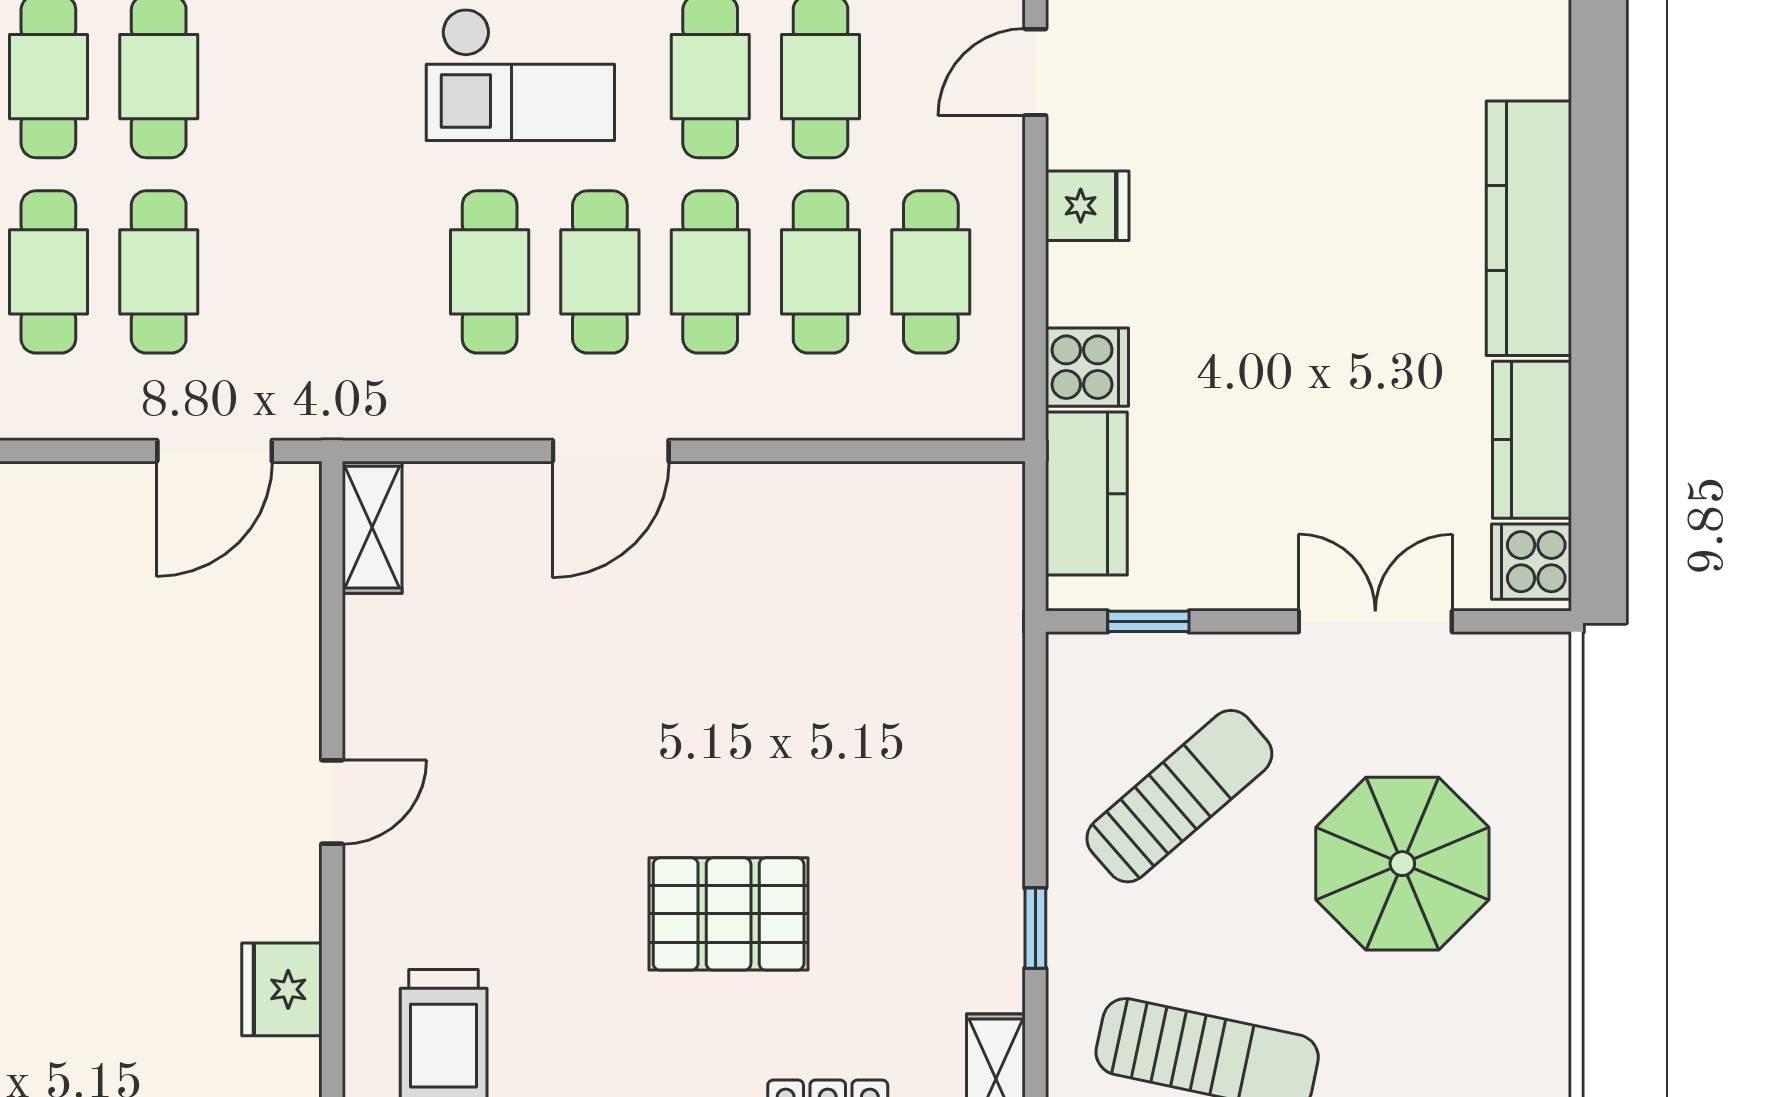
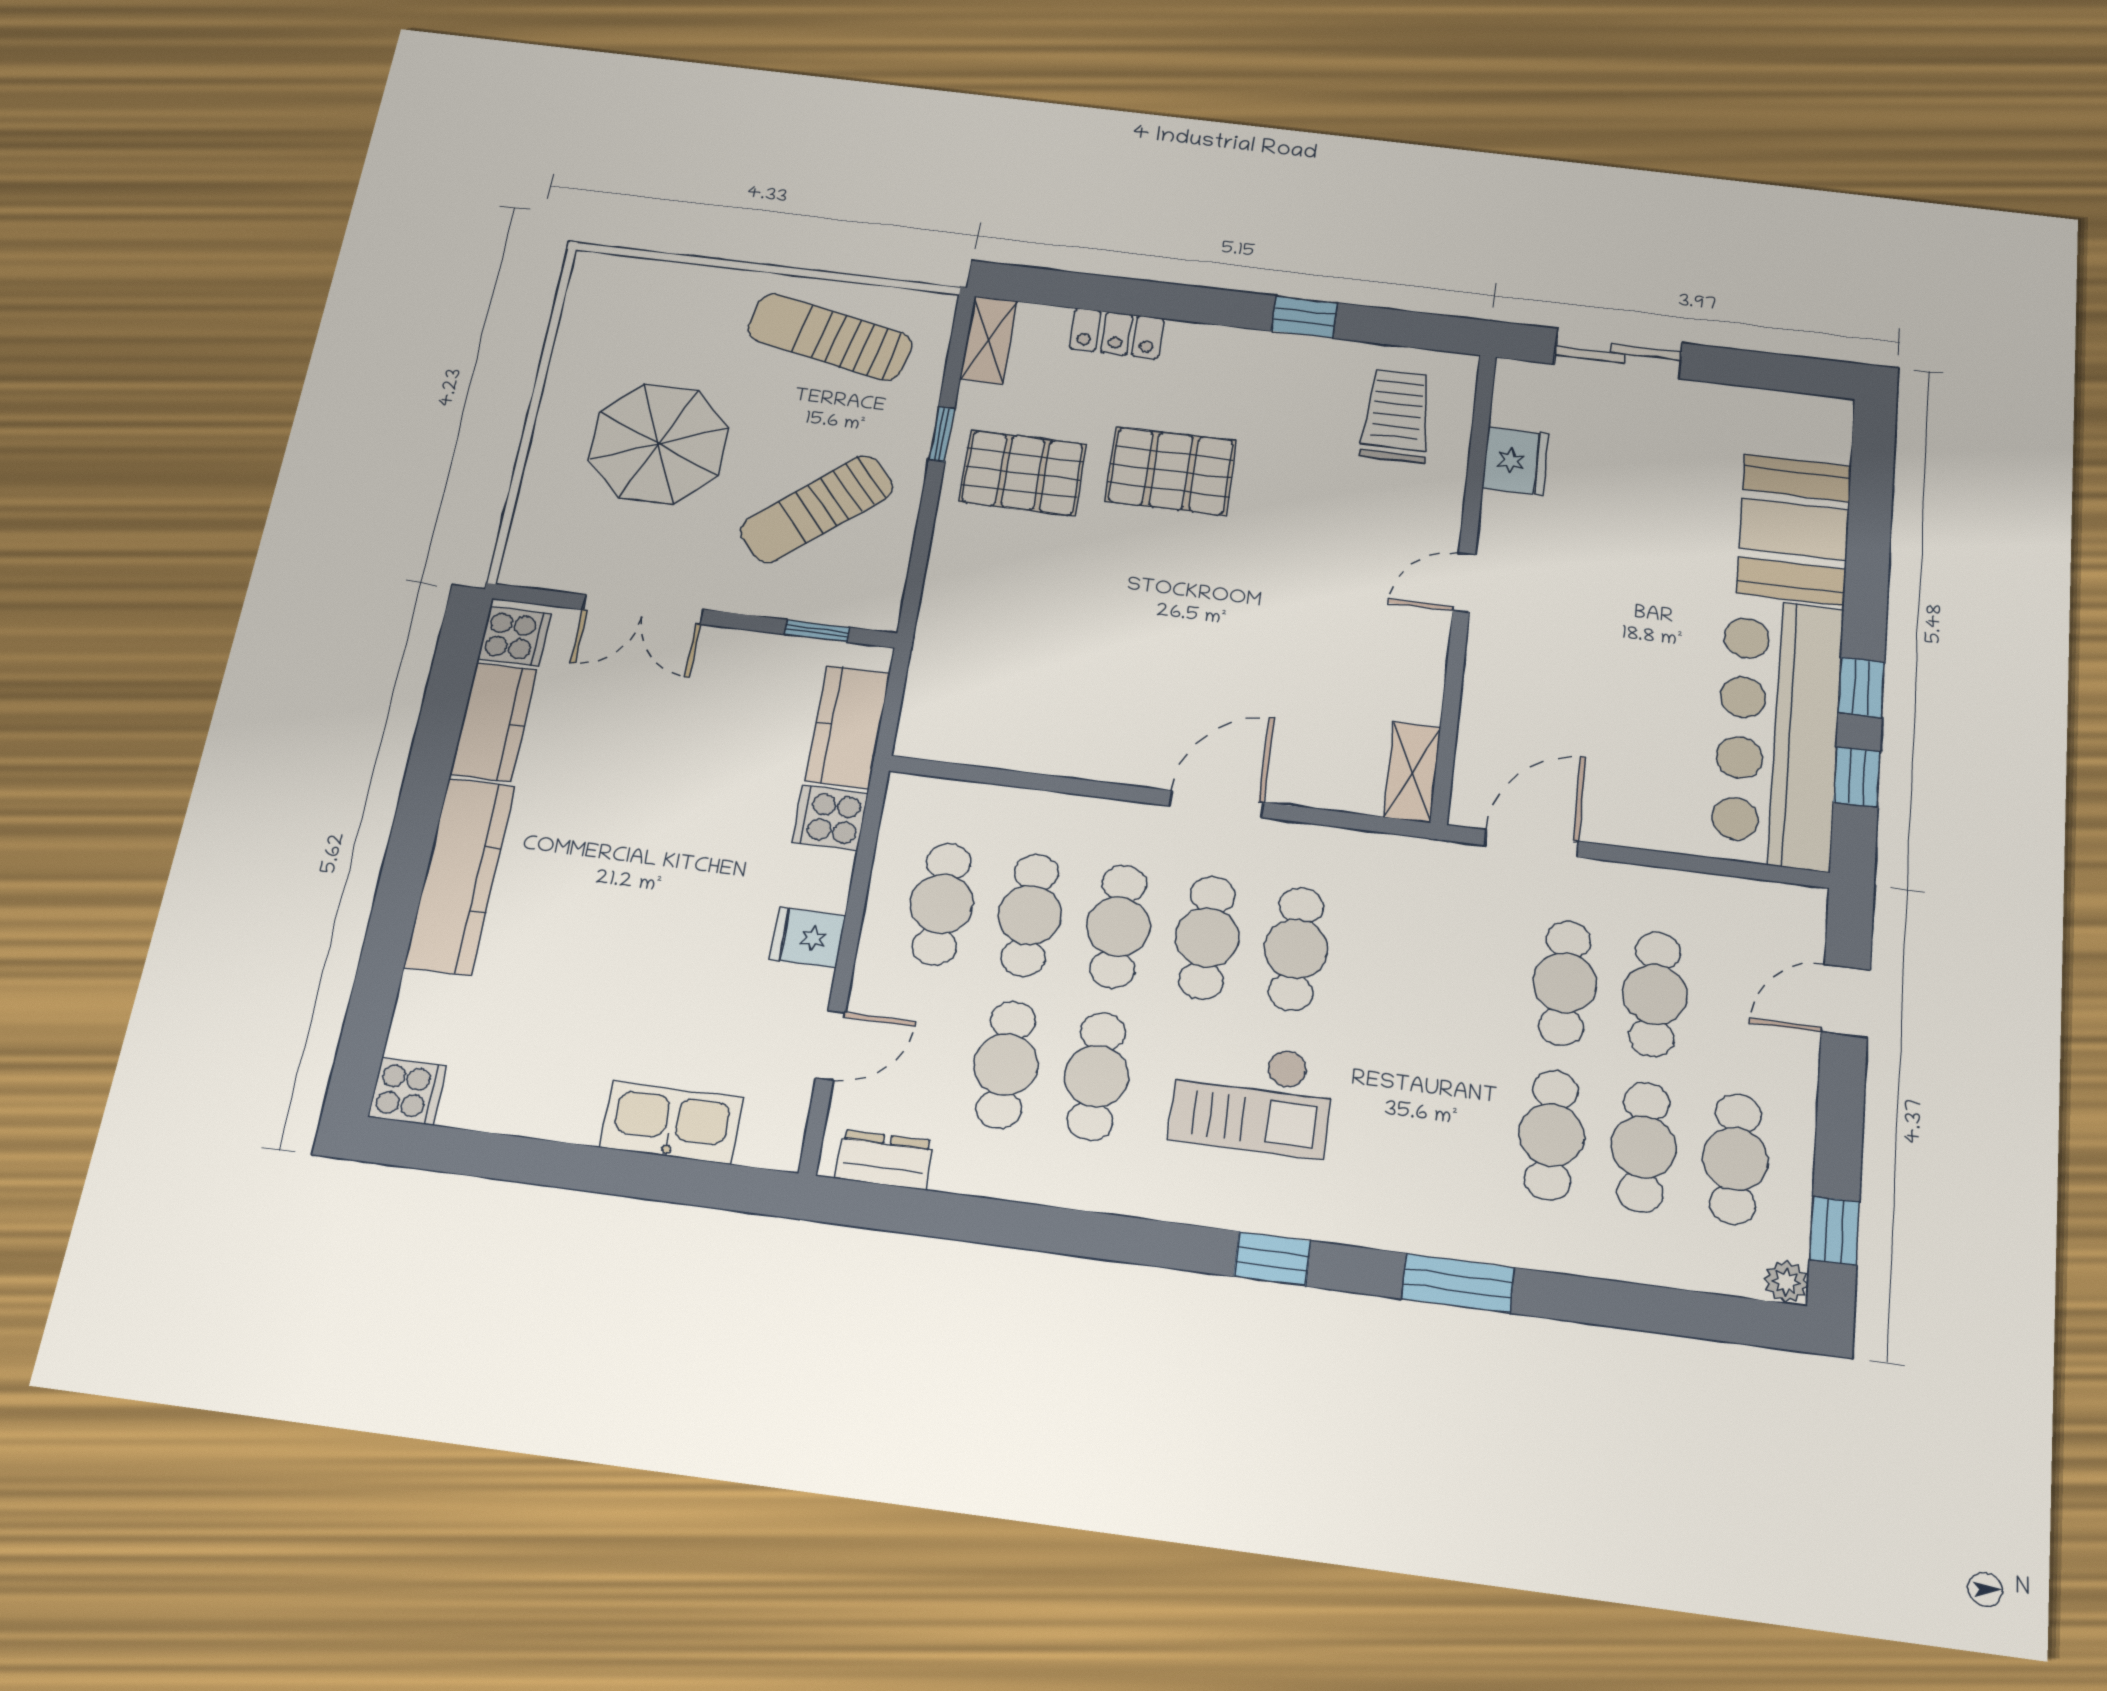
checkout: (520, 75) -> (1252, 1098), turned 180
pallet: (921, 885) -> (1023, 473), added

